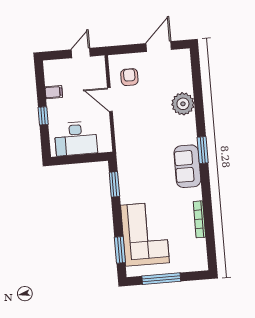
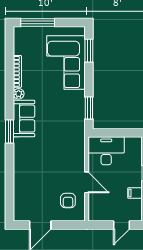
door: (81, 53) -> (122, 225), moved
plant: (183, 104) -> (19, 94), moved, width x0.53, depth x0.53
desk: (76, 139) -> (106, 151), moved
window: (161, 279) -> (38, 23), moved

